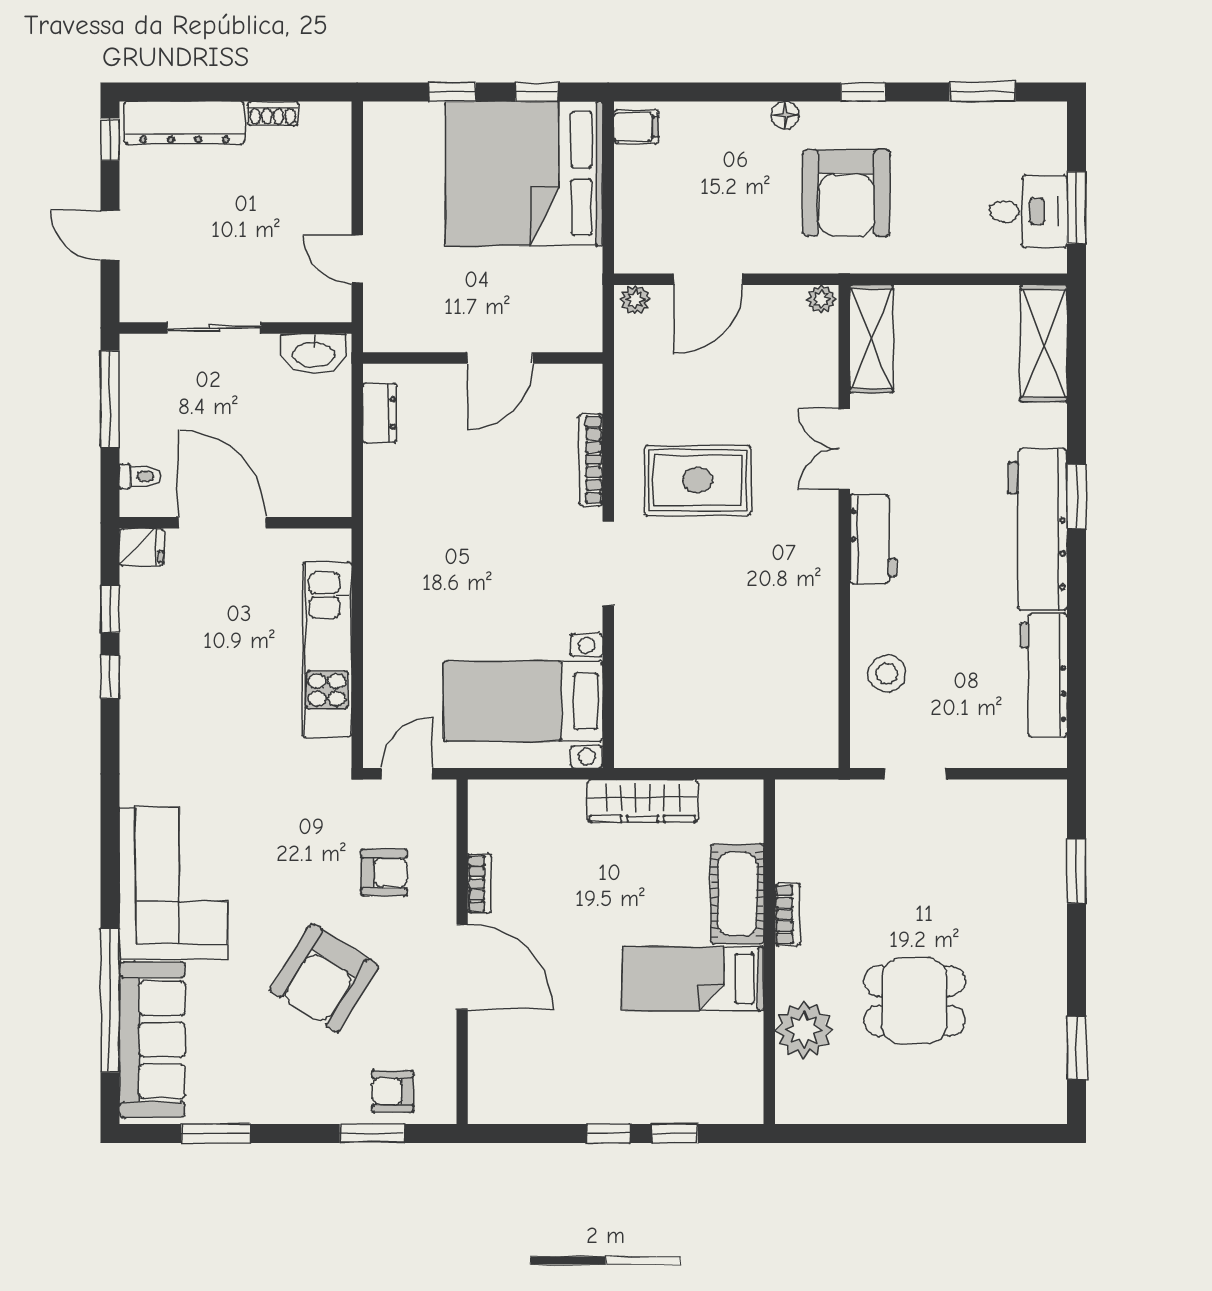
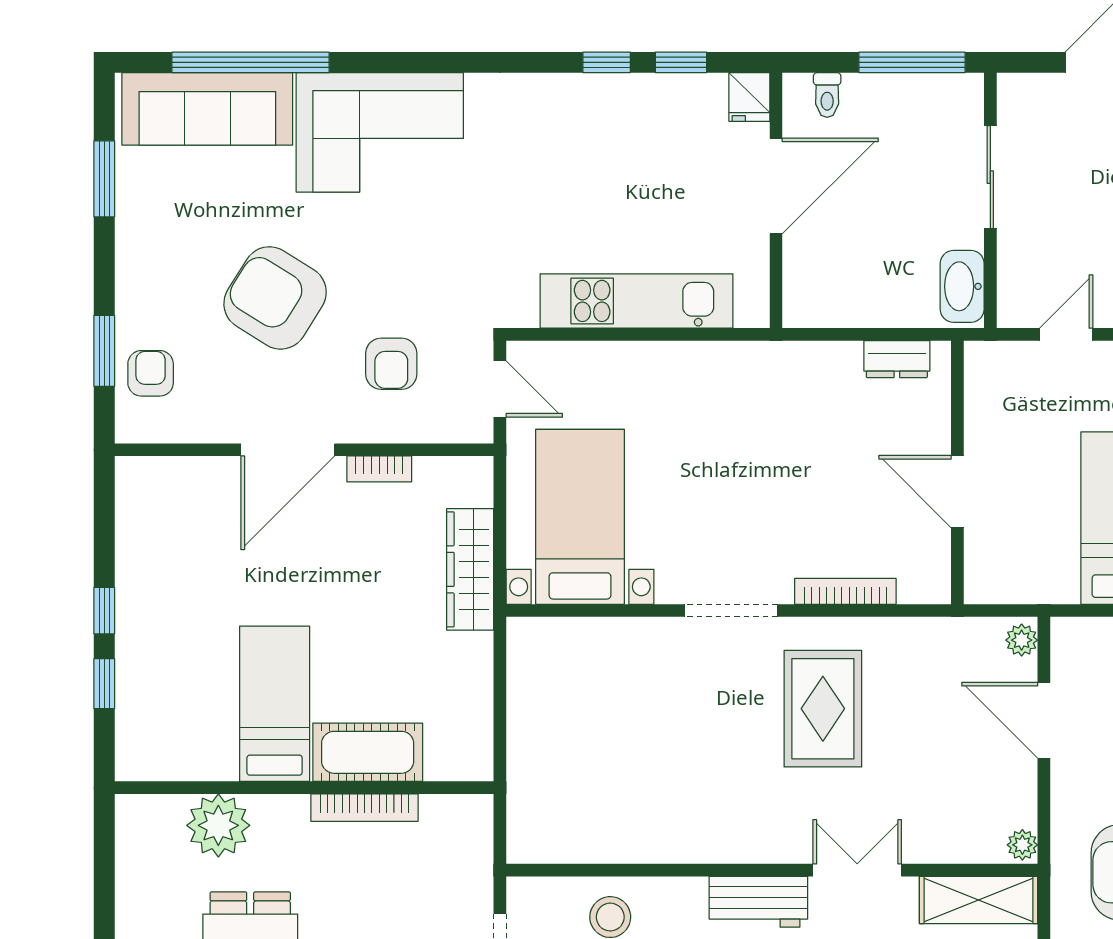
wardrobe: (643, 801) -> (470, 569), moved
bookcase: (787, 915) -> (364, 808), width x1.56

